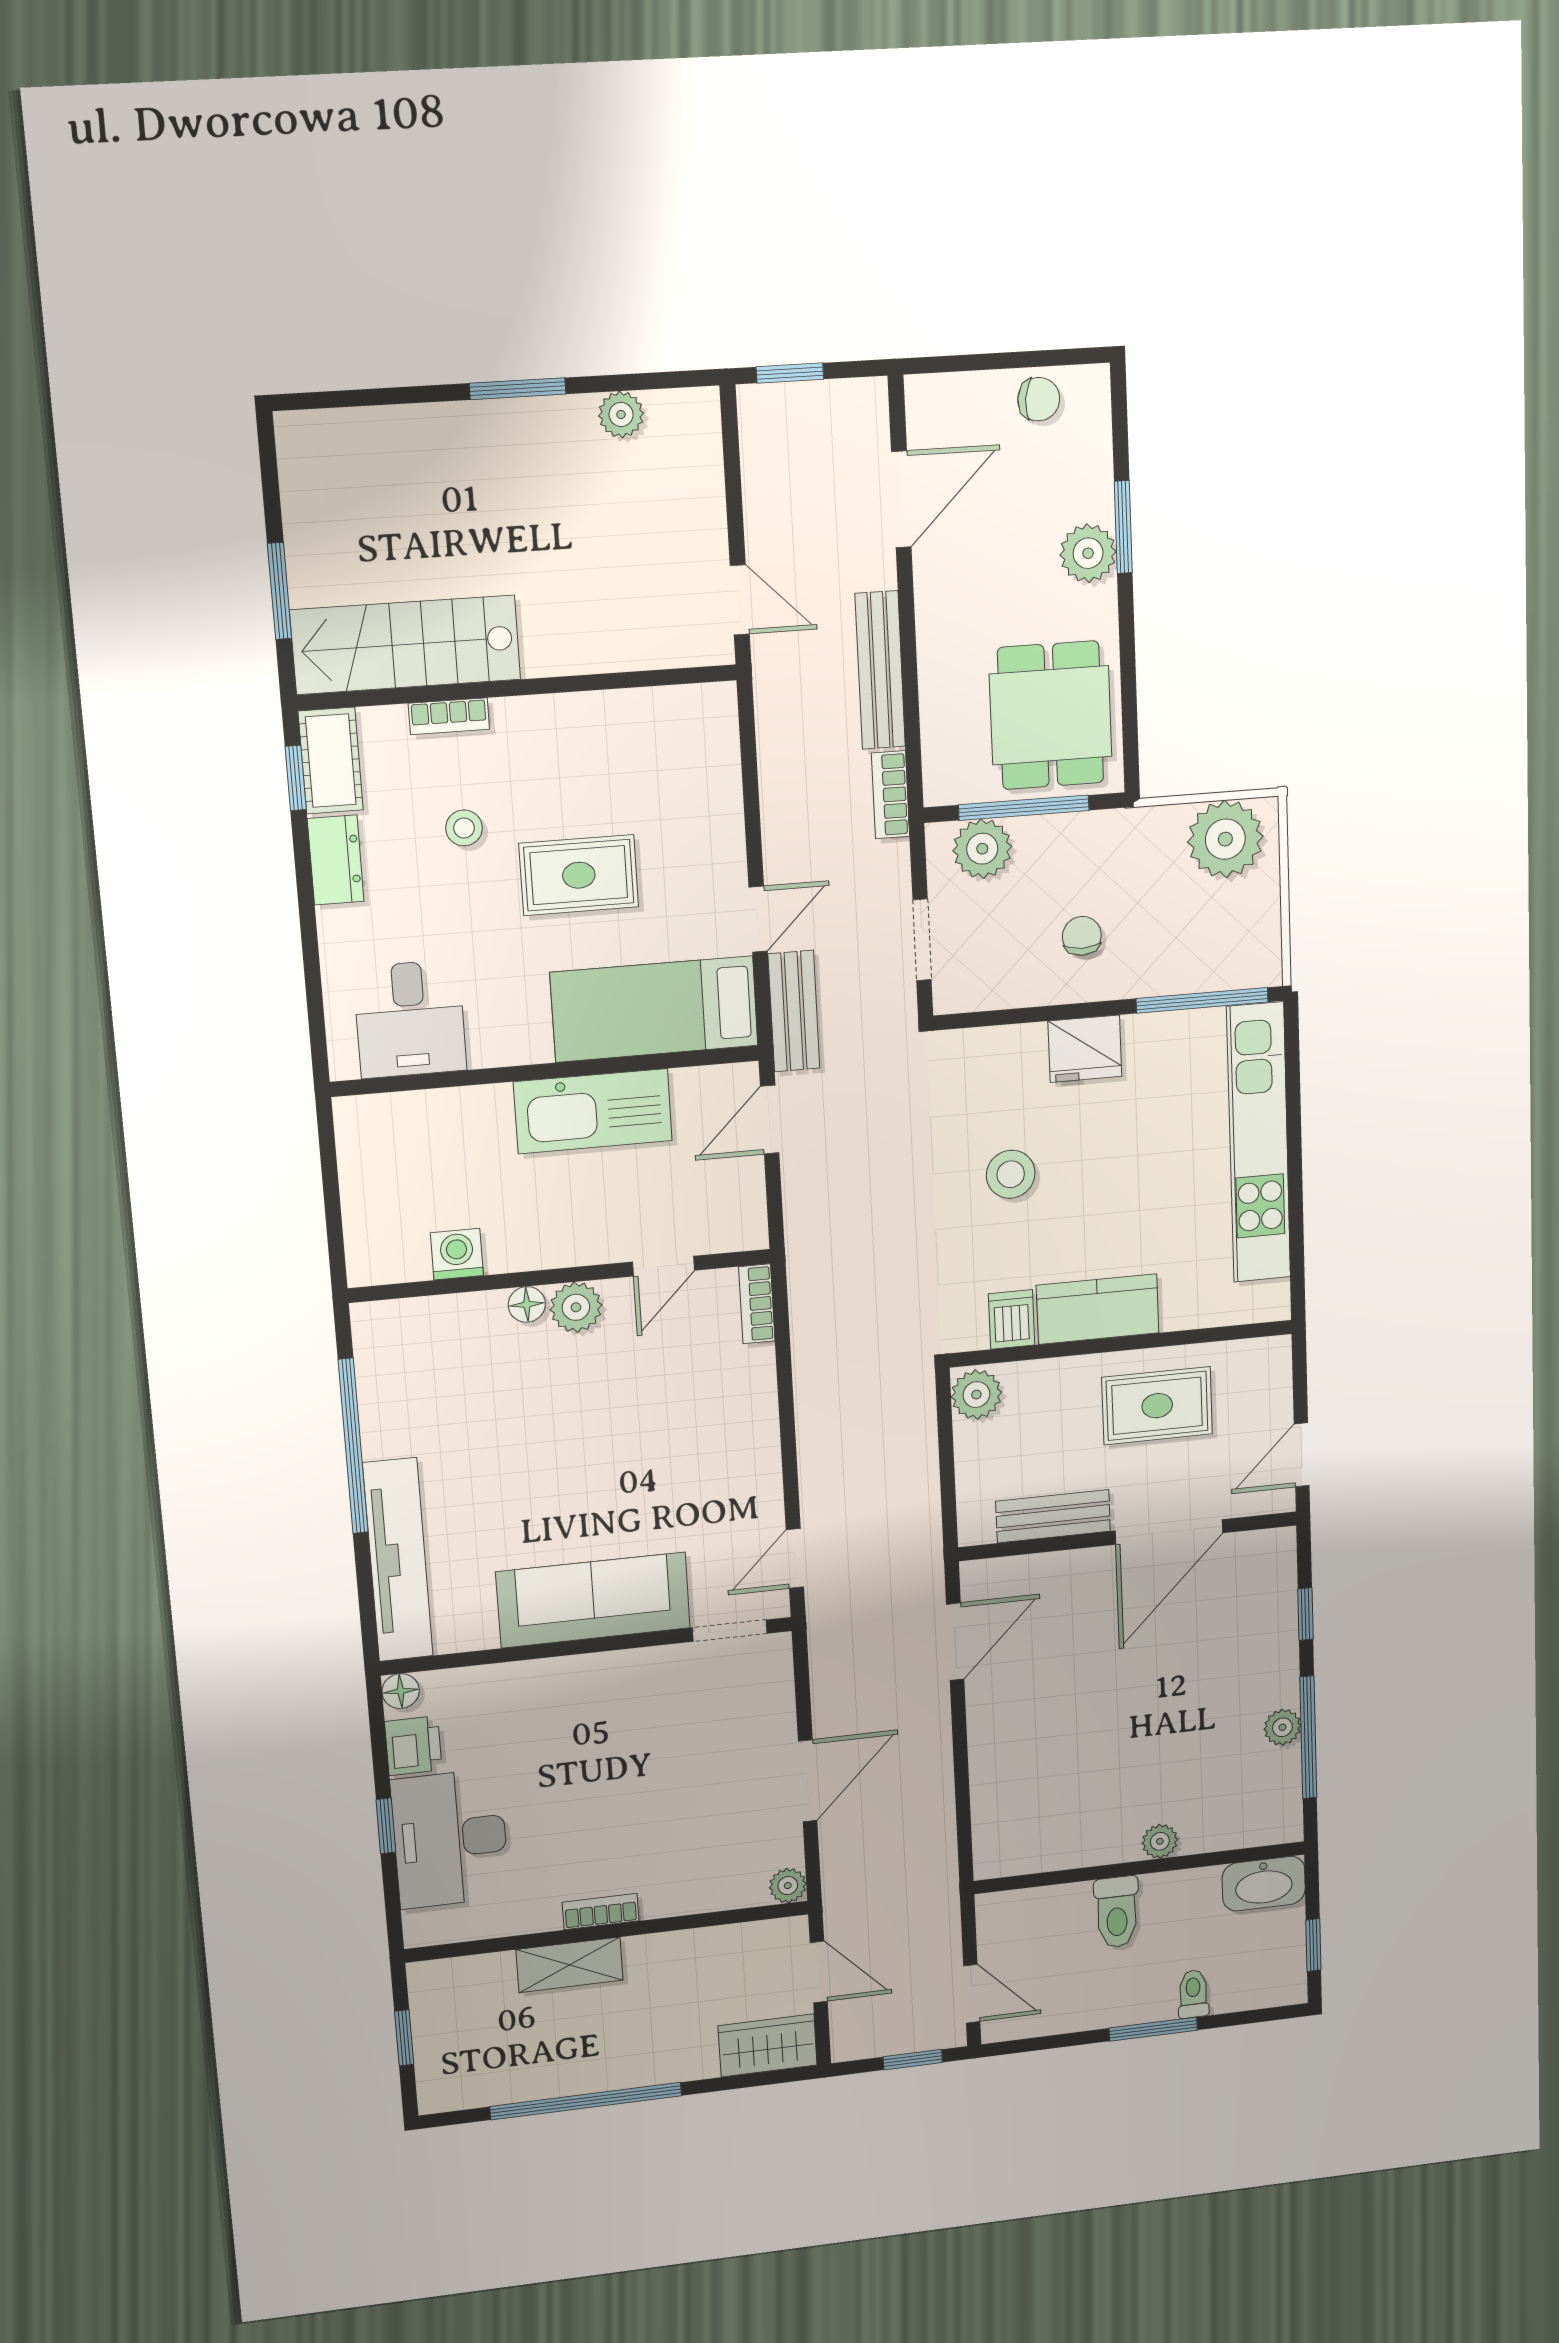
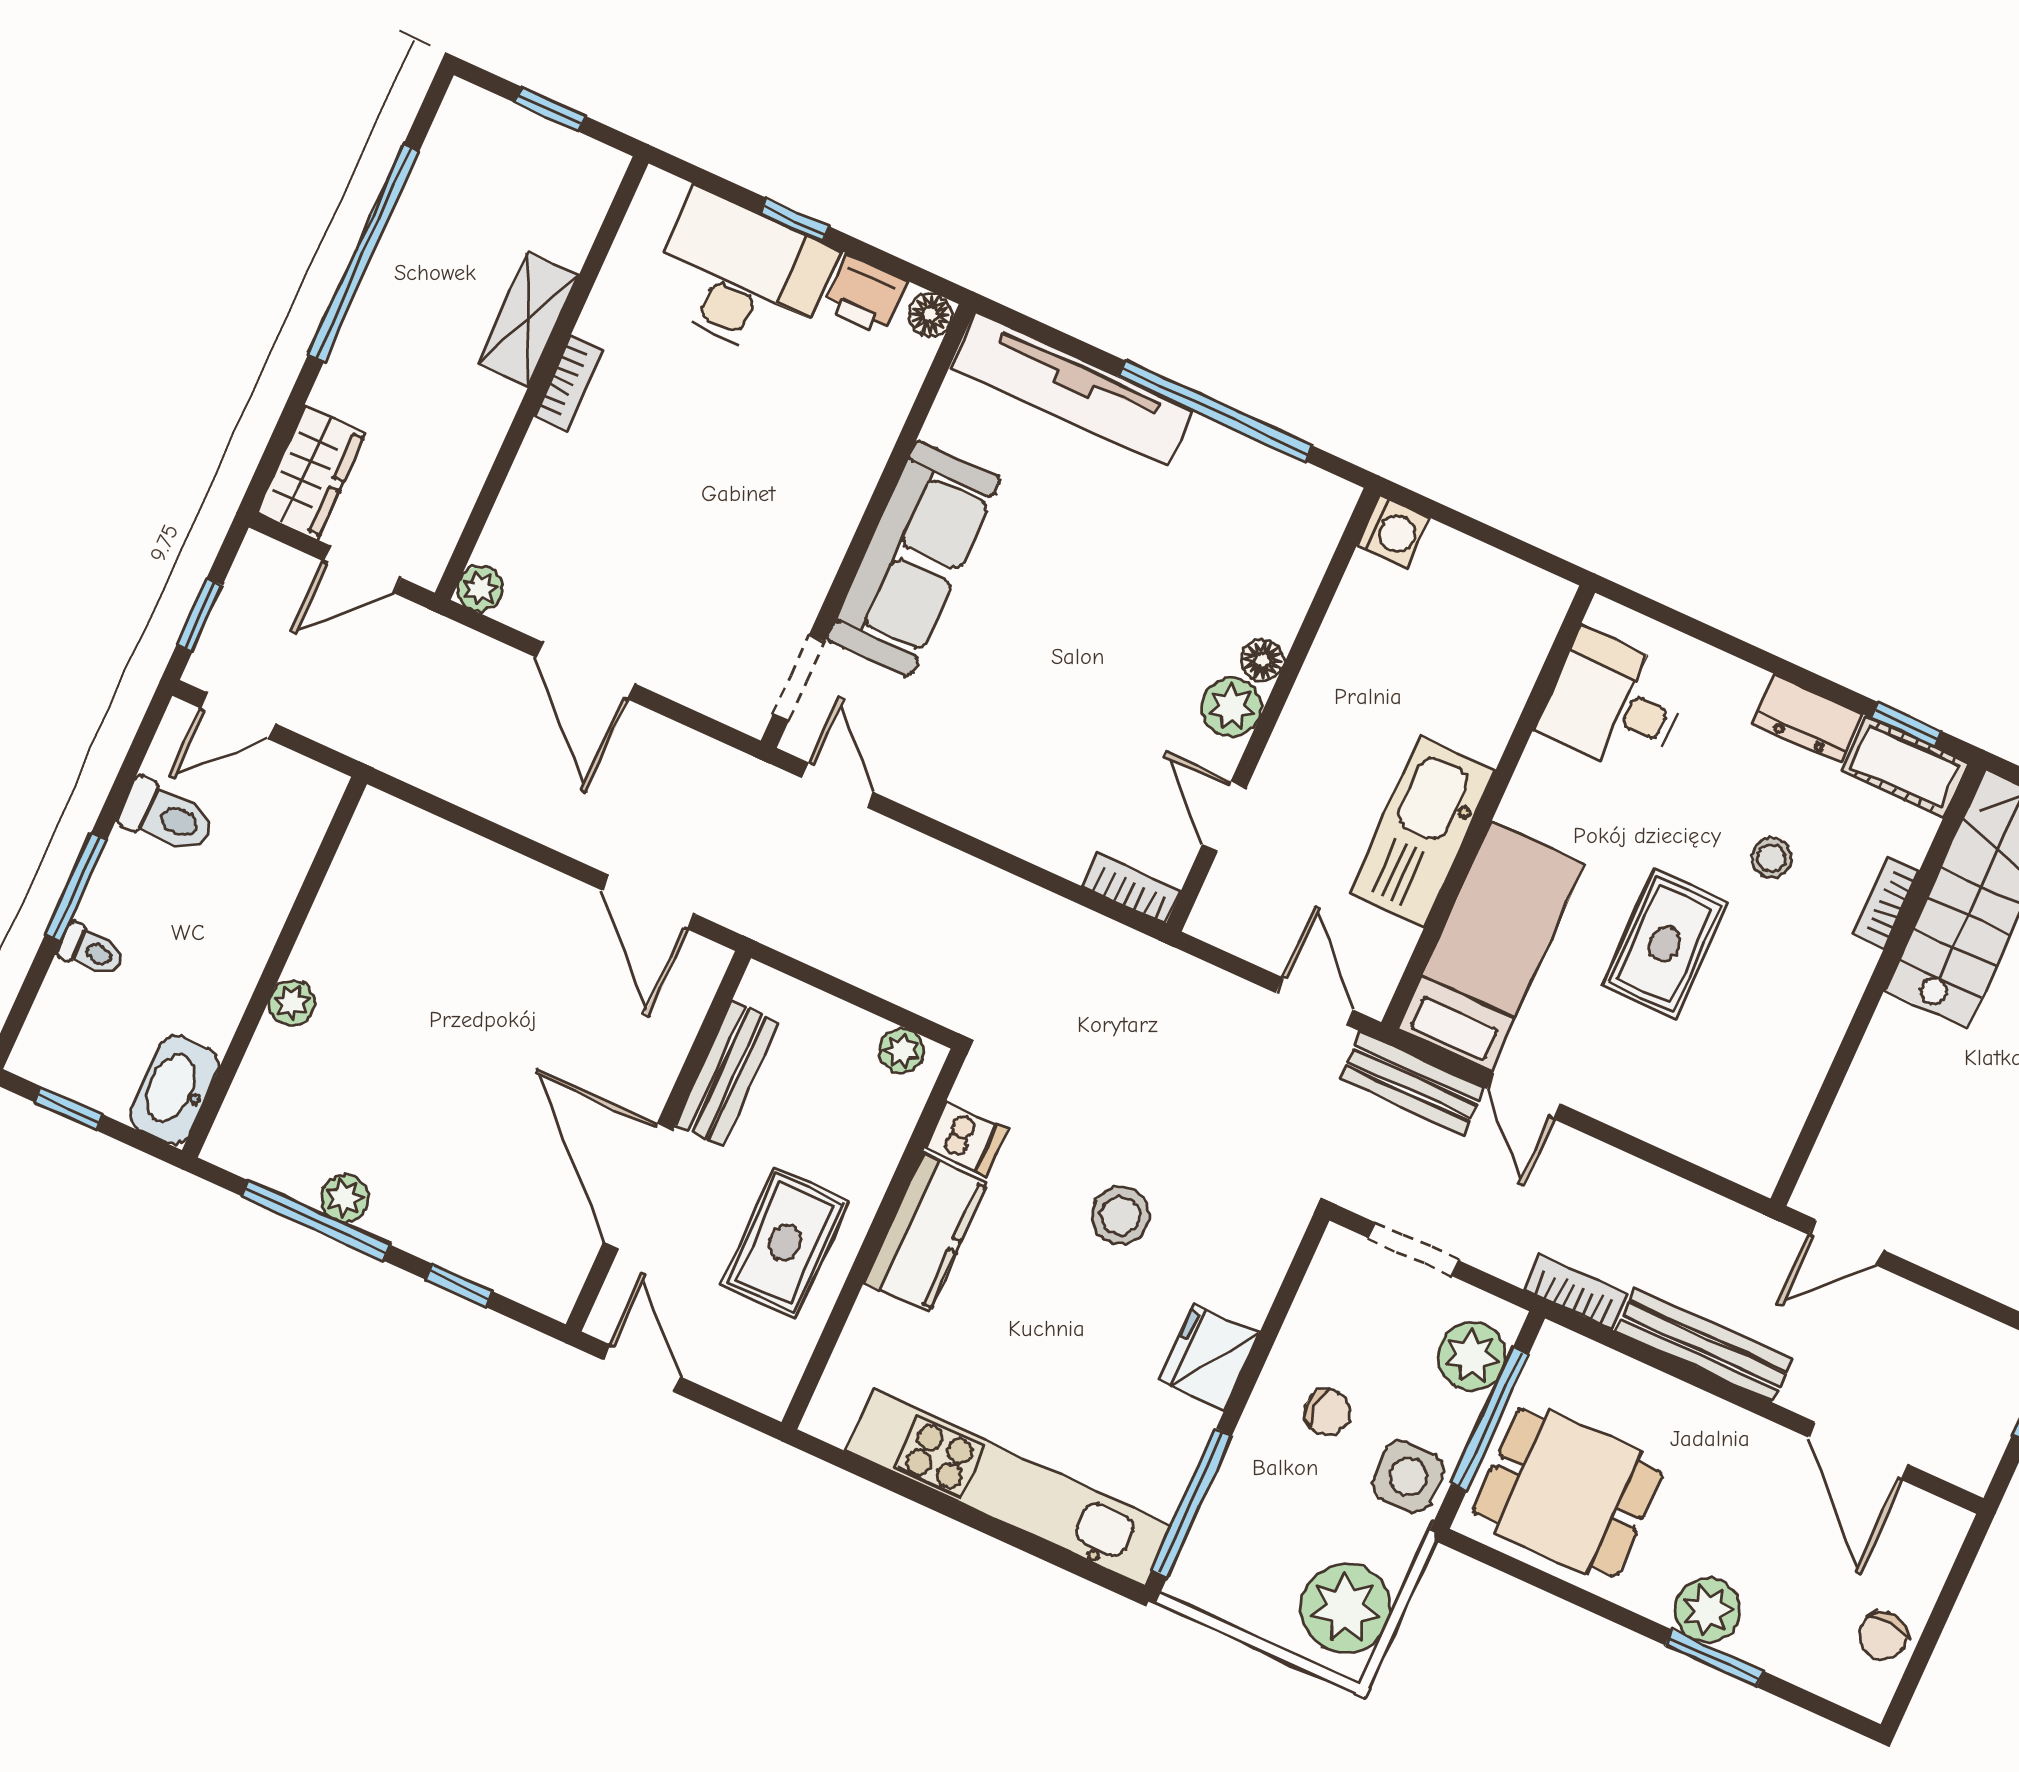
side table: (1100, 847) -> (1408, 1477), added
washing machine: (457, 1254) -> (1393, 532), moved
plant: (976, 1395) -> (902, 1051), width x0.73, depth x0.73
toilet: (1117, 1912) -> (167, 817), moved, turned 180

